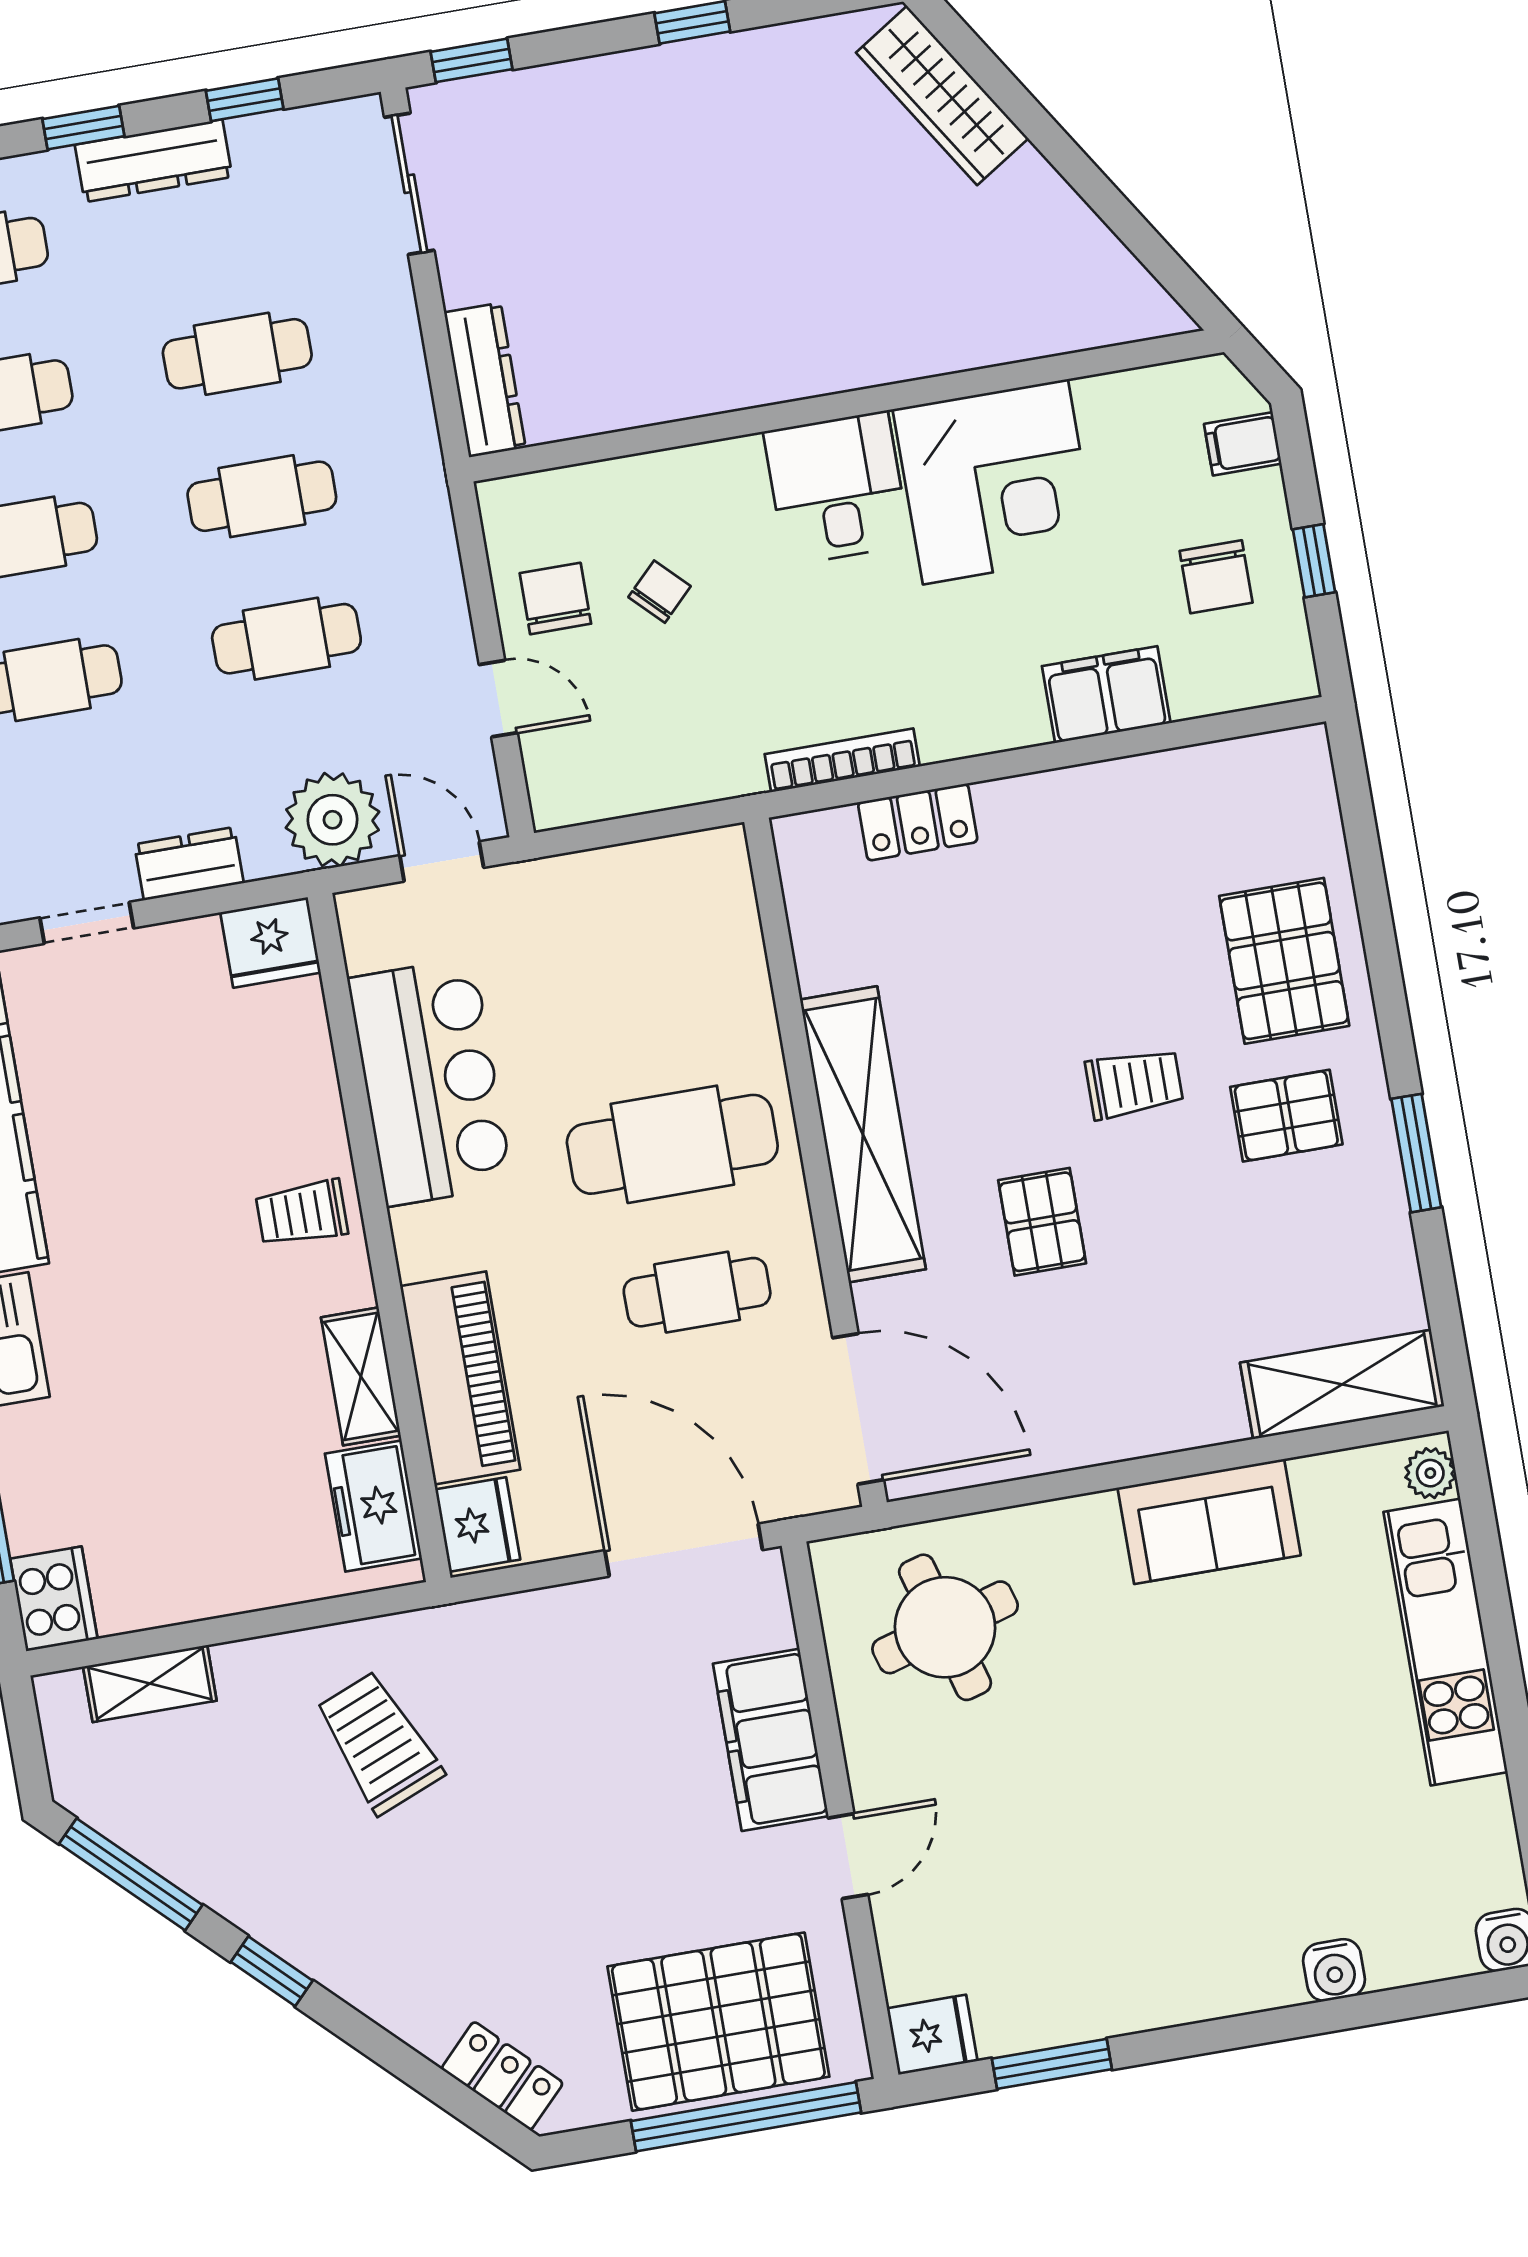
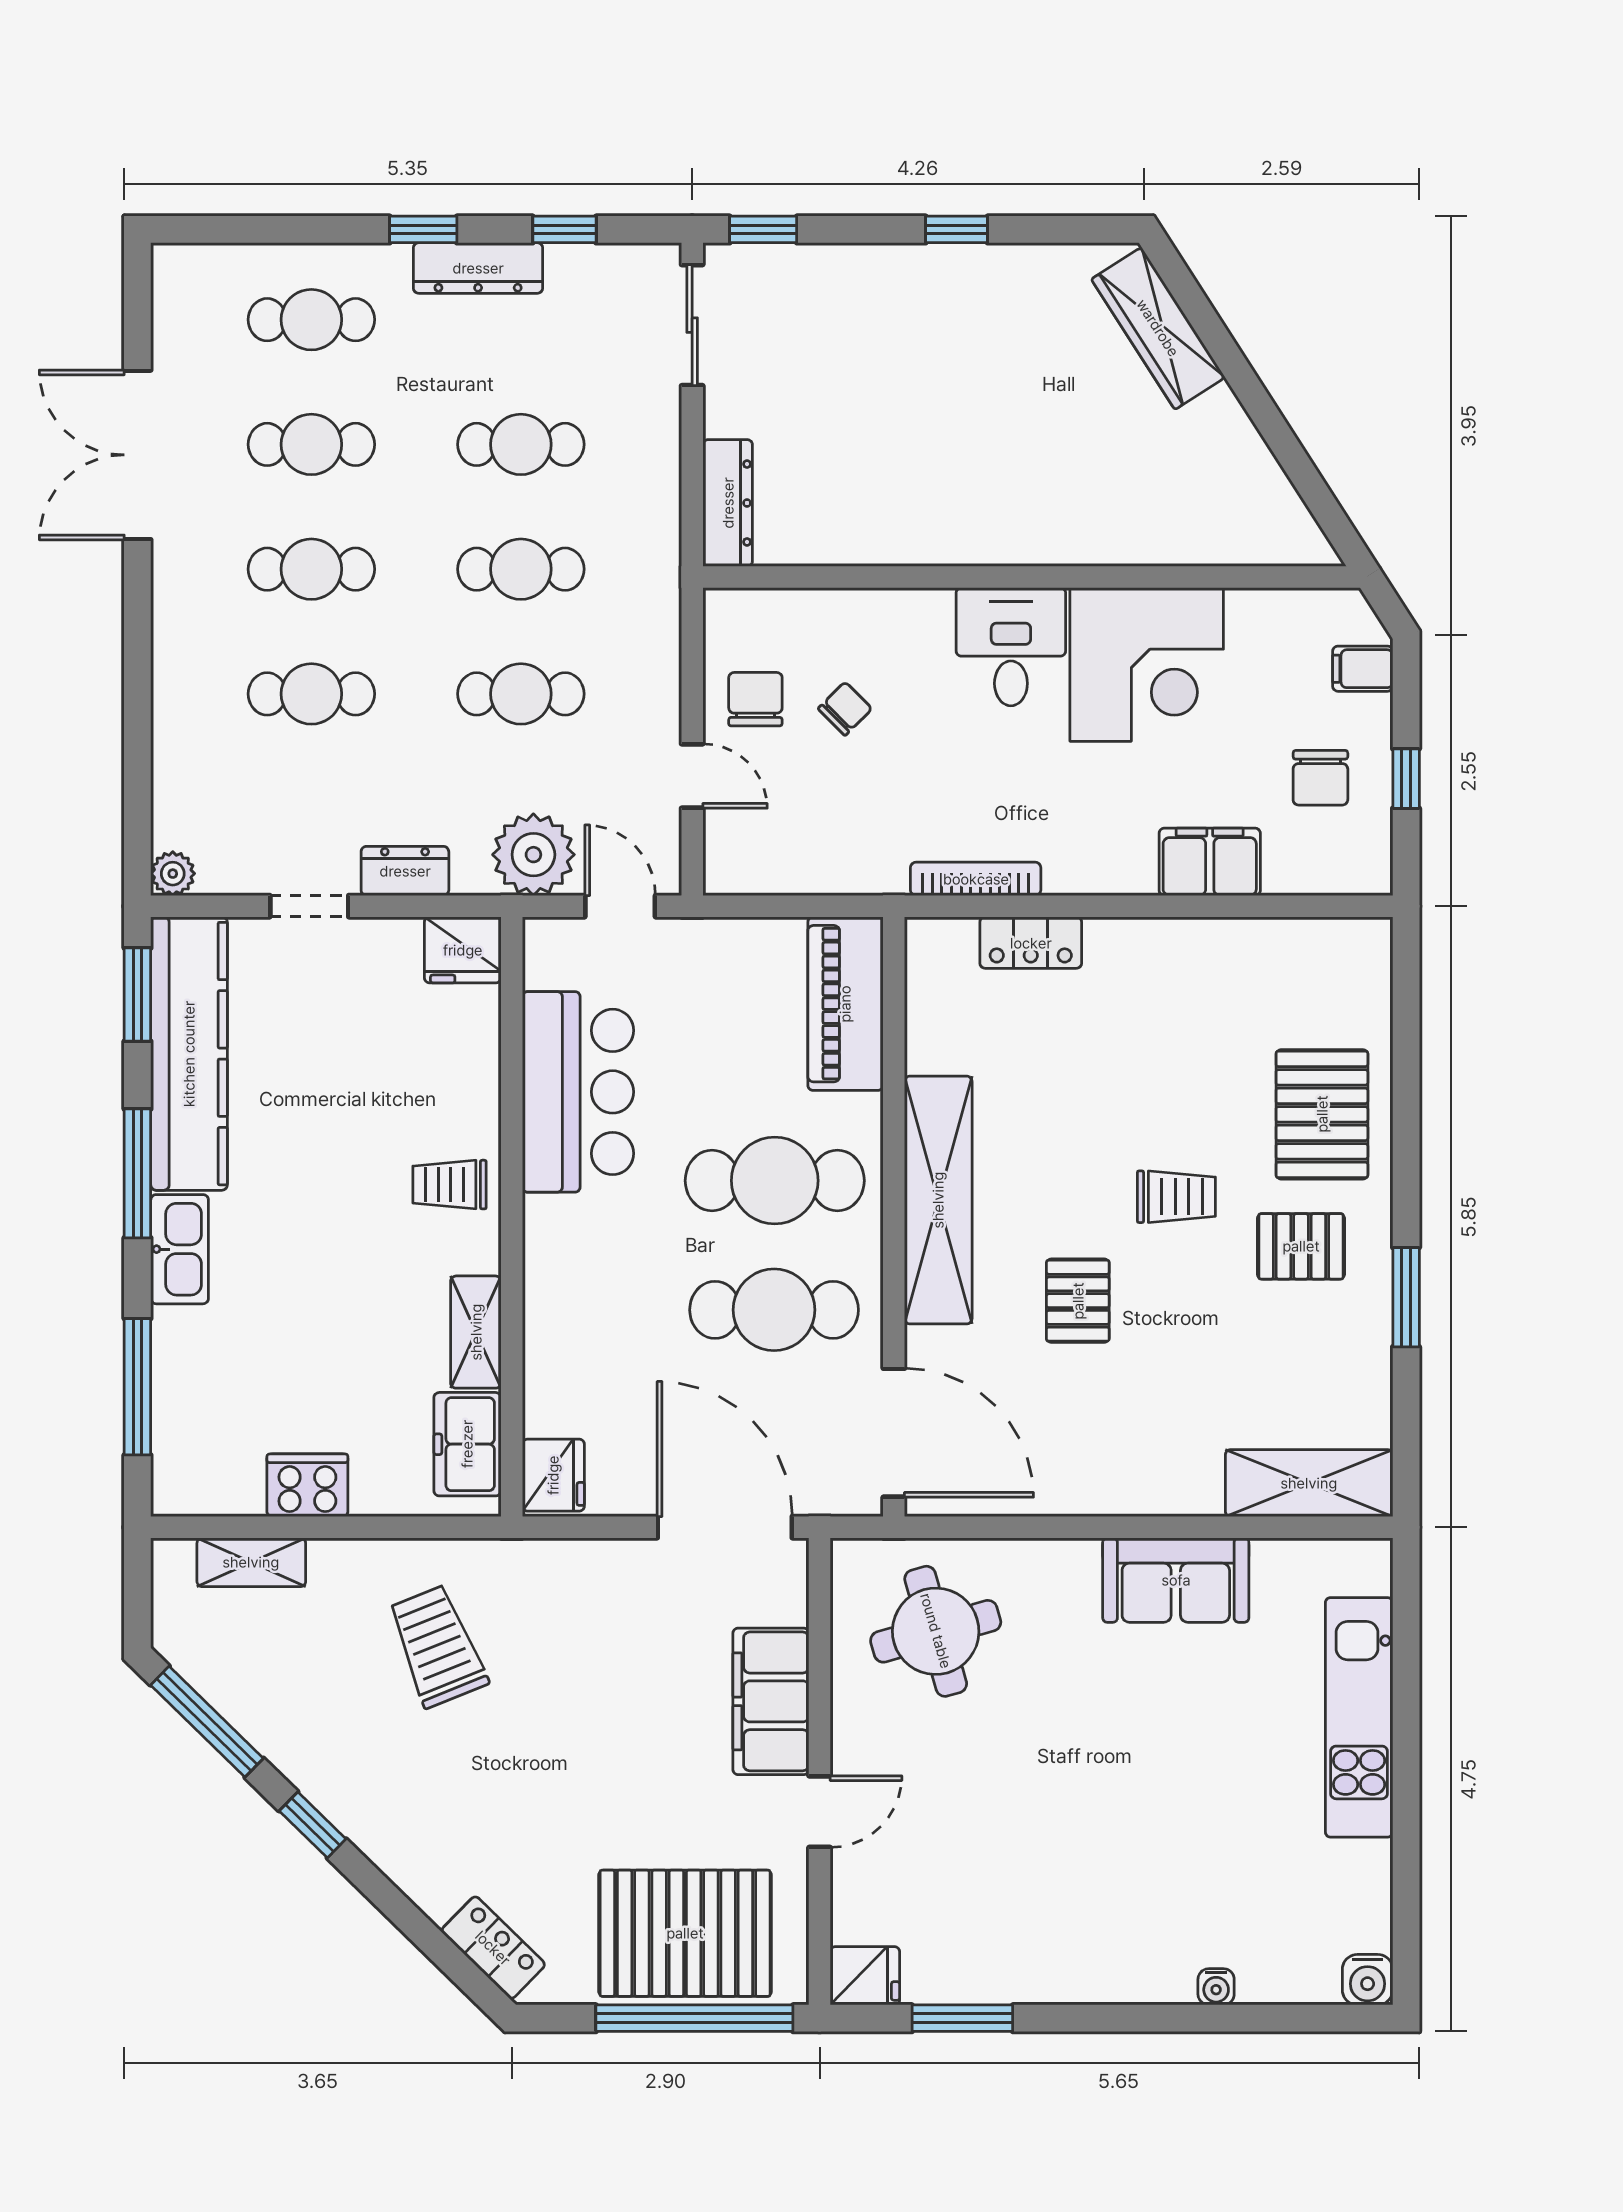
cafe table: (697, 1292) -> (774, 1310), width x1.37, depth x1.35
piano: (460, 1378) -> (845, 1004), moved, turned 180
plant: (1430, 1473) -> (1371, 1571), removed
cooker: (54, 1599) -> (307, 1485), moved, turned -90
water cooler: (1334, 1970) -> (1216, 1987), width x0.72, depth x0.72

